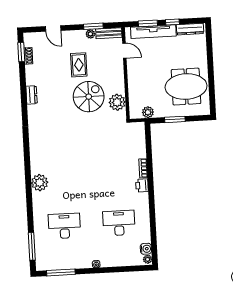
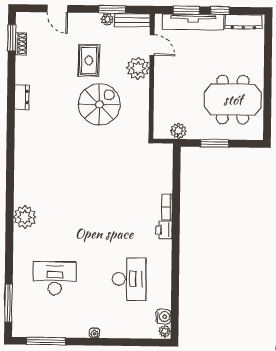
plant: (117, 102) -> (138, 68), moved
desk: (119, 223) -> (129, 279), turned 90

